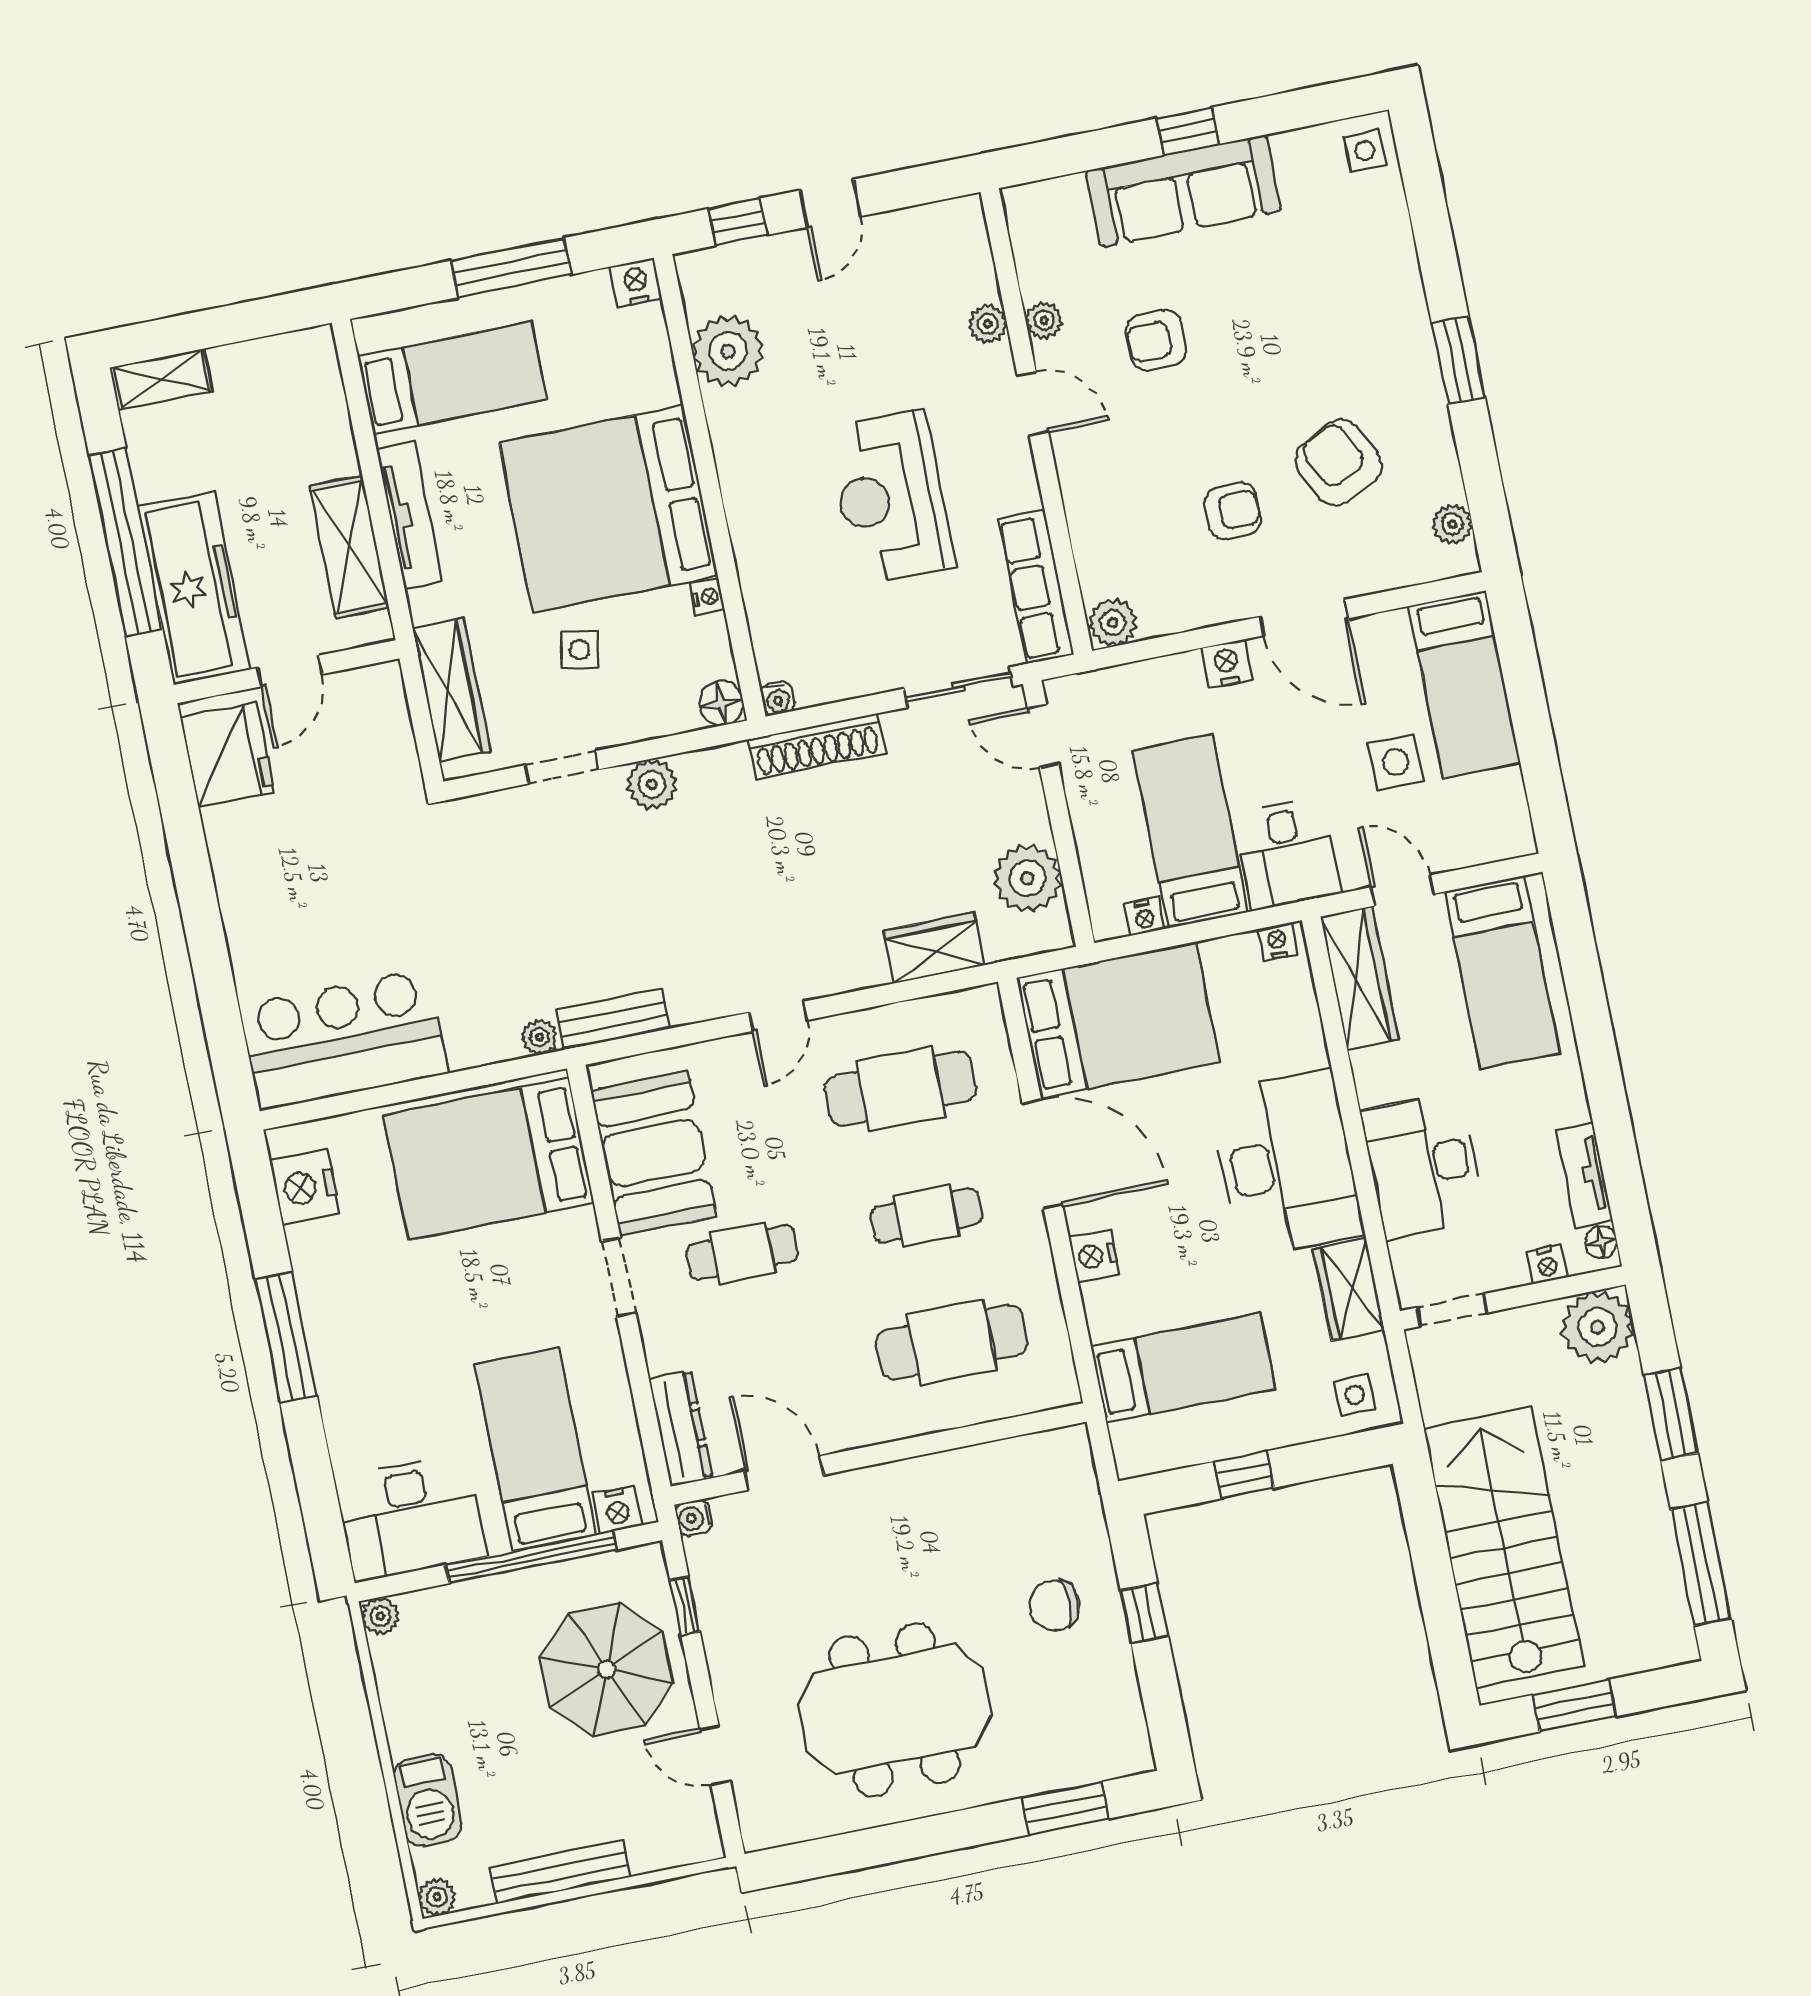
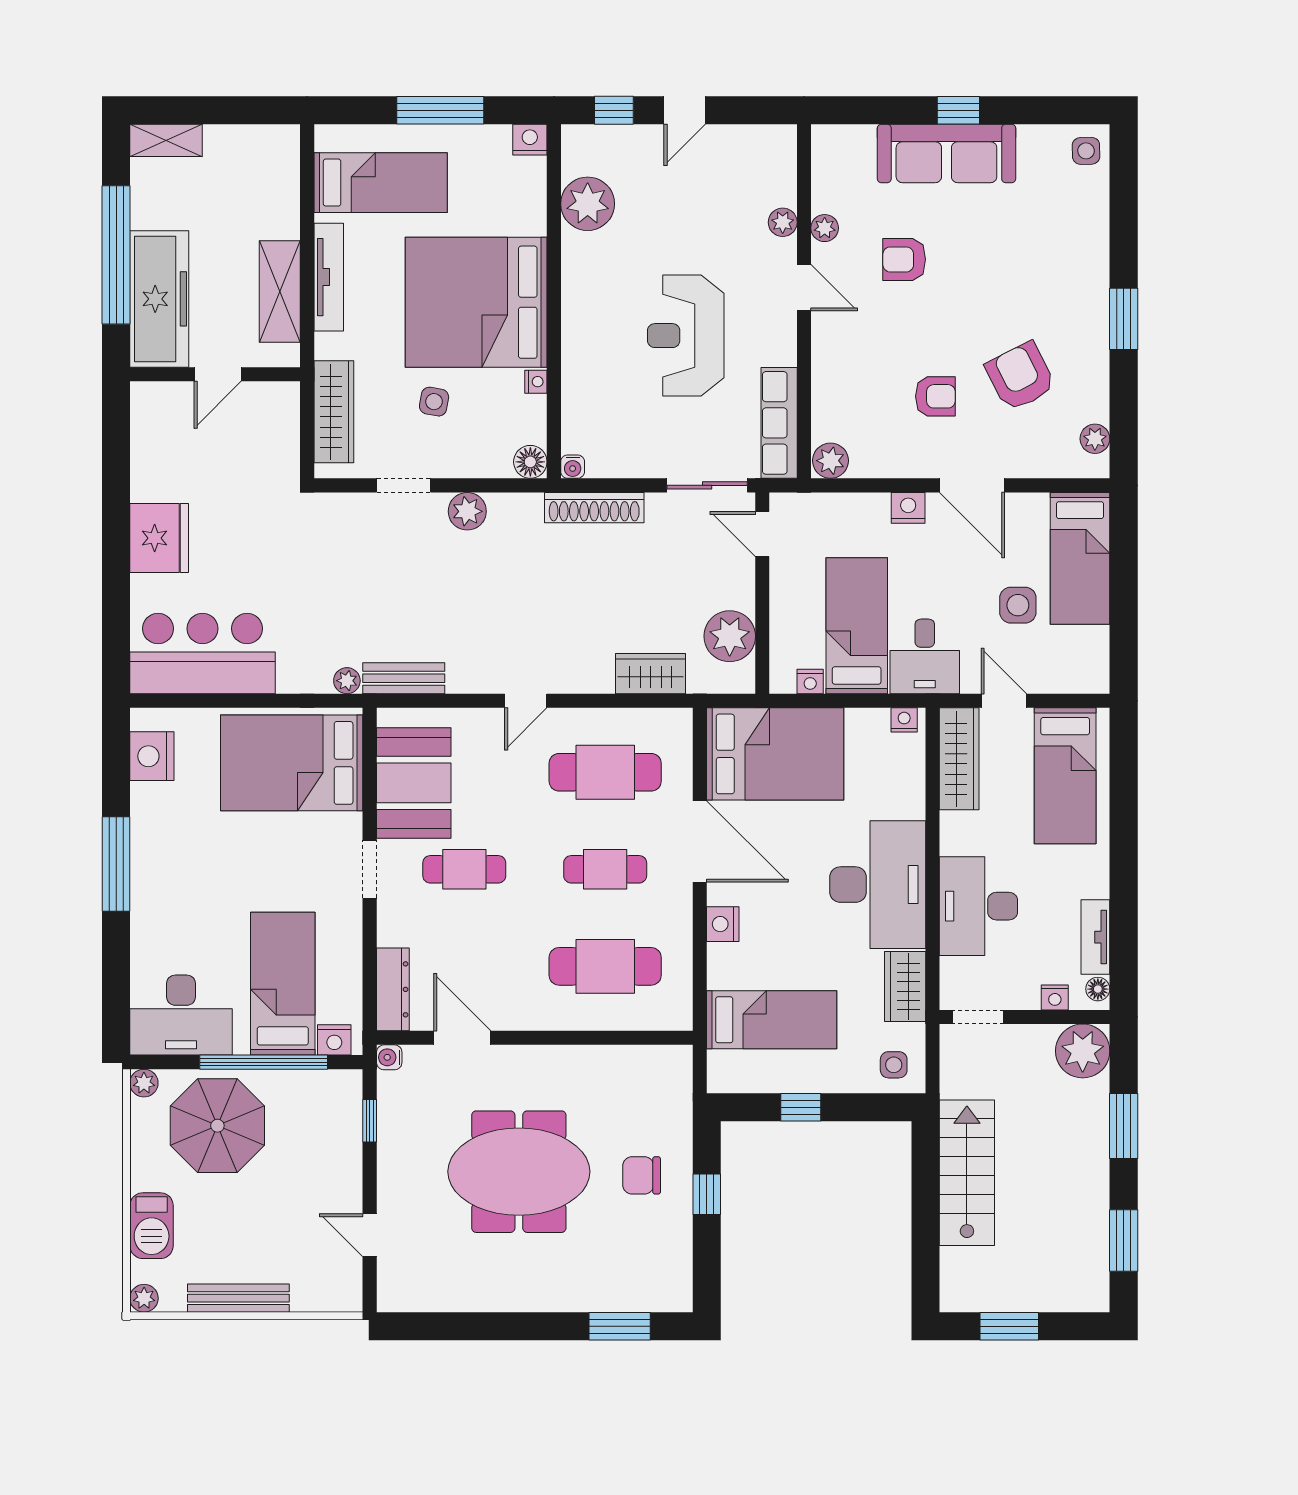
fridge: (227, 755) -> (159, 538), moved
stairs: (1504, 1547) -> (967, 1173), width x0.73, depth x0.66
window: (1701, 1564) -> (1124, 1241), width x0.69
parasol: (607, 1669) -> (217, 1126), moved
meeting table: (894, 1710) -> (519, 1172), moved

